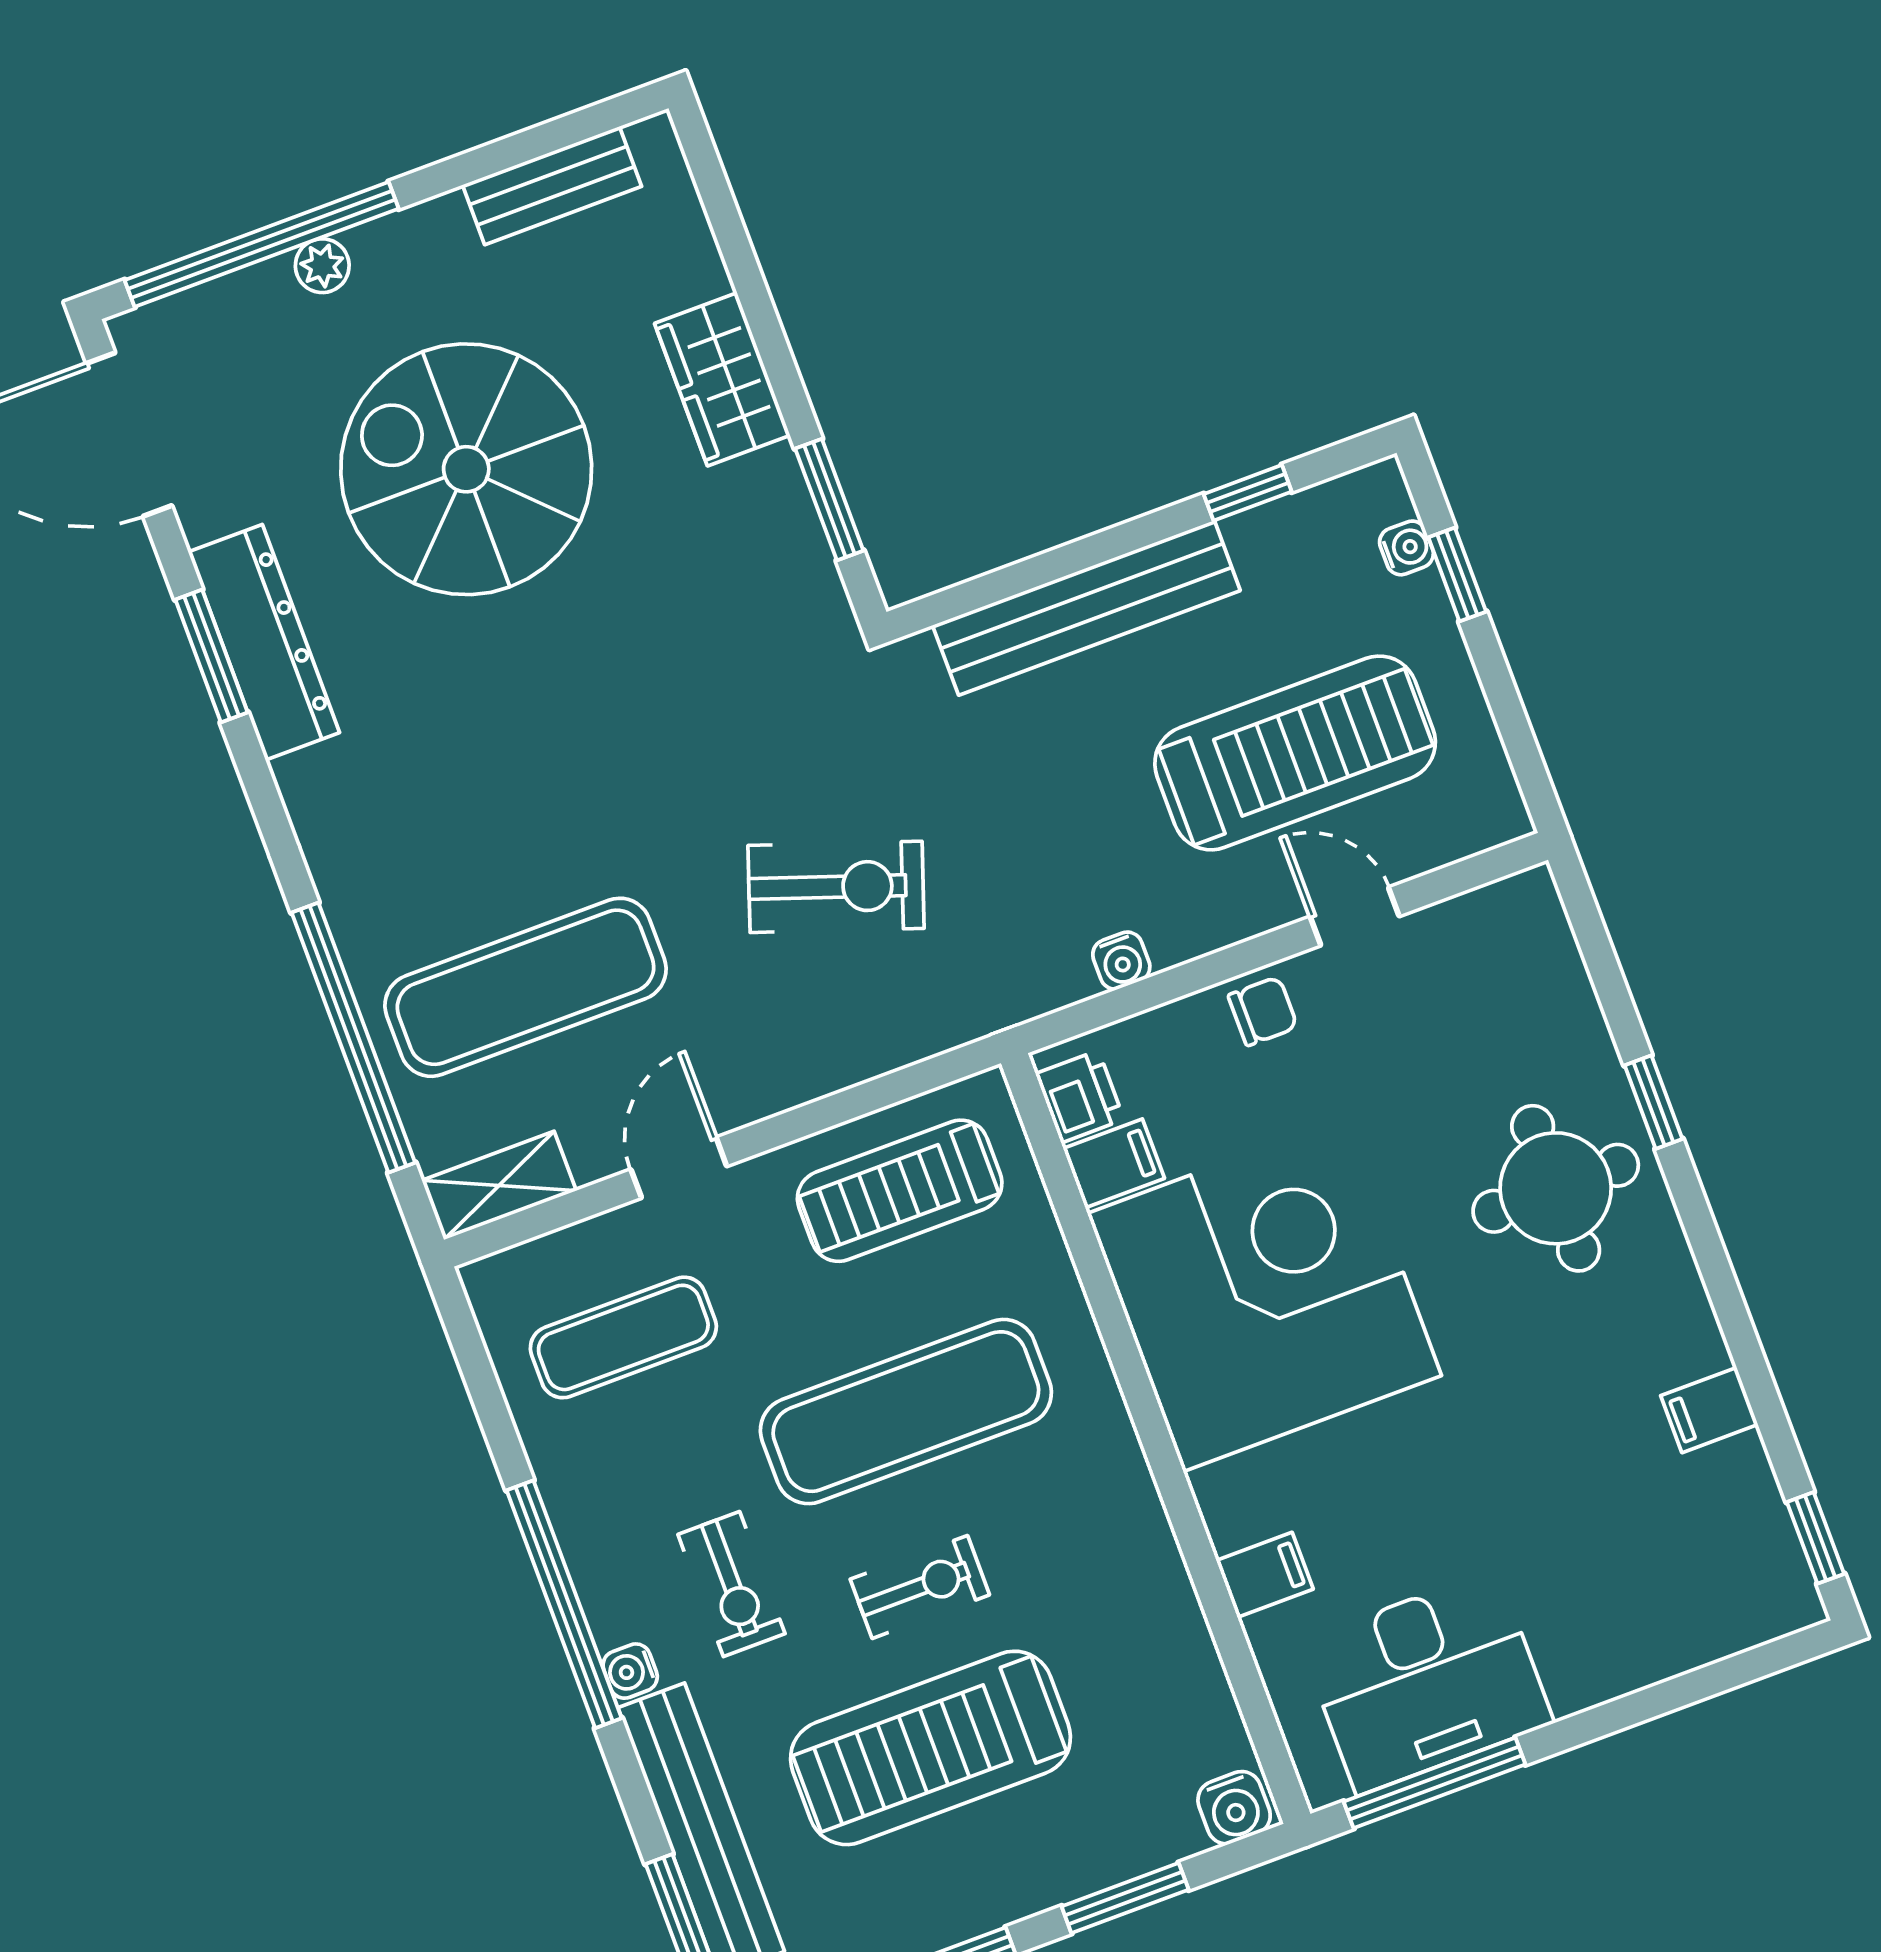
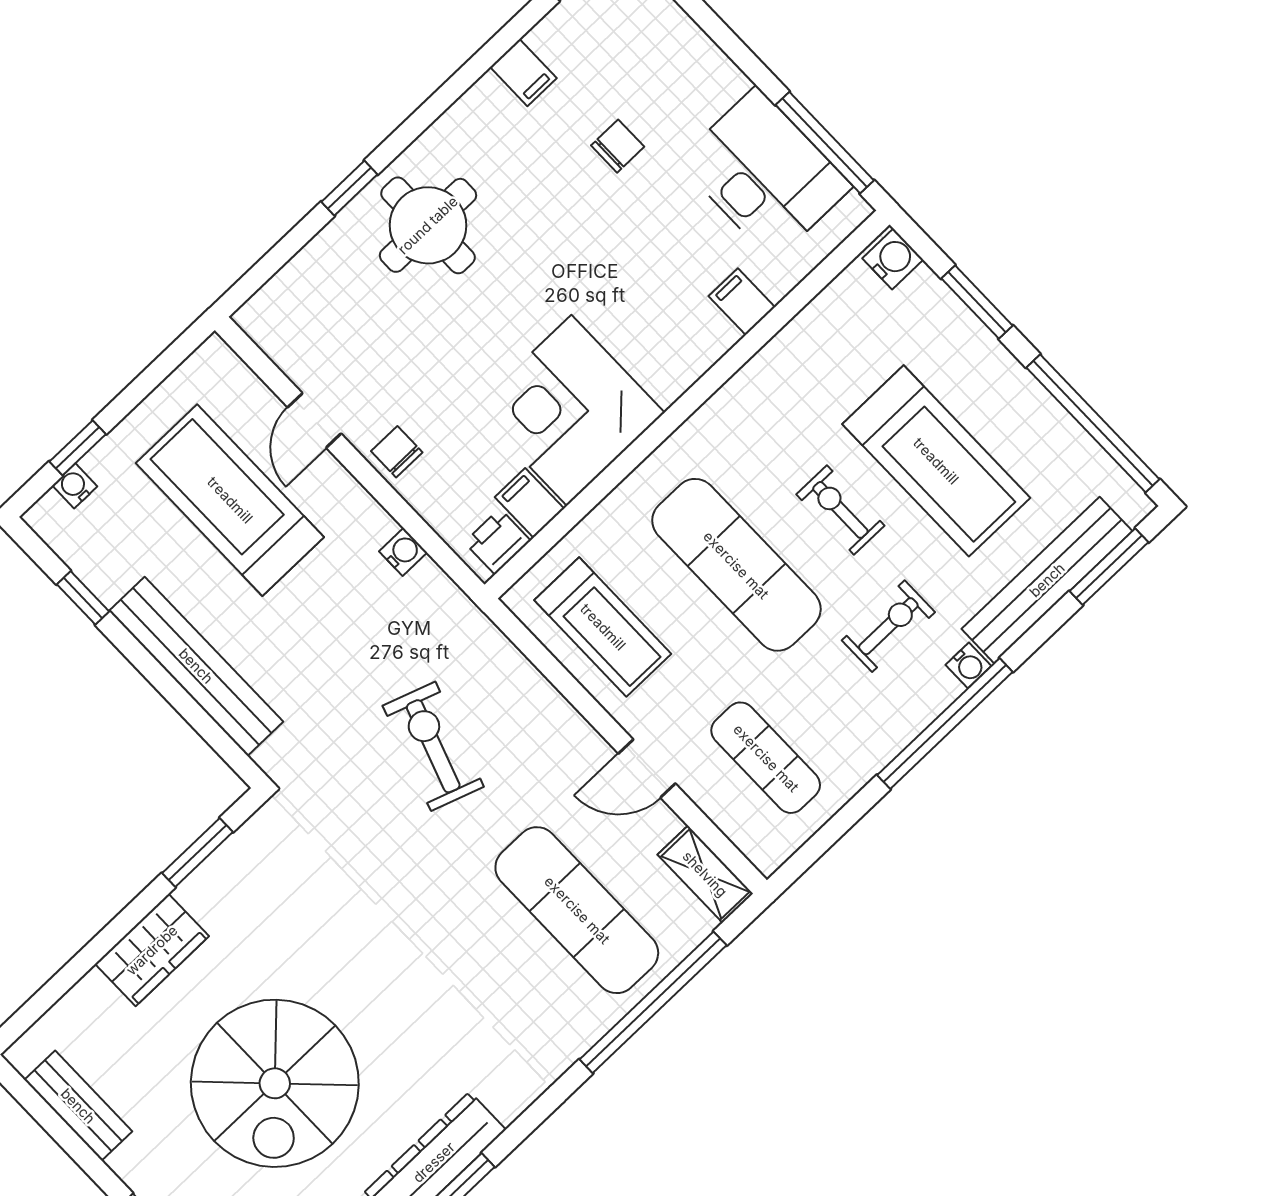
corner desk: (1264, 1294) -> (569, 410), width x0.74, depth x0.74
chair: (1552, 1496) -> (618, 146), added

